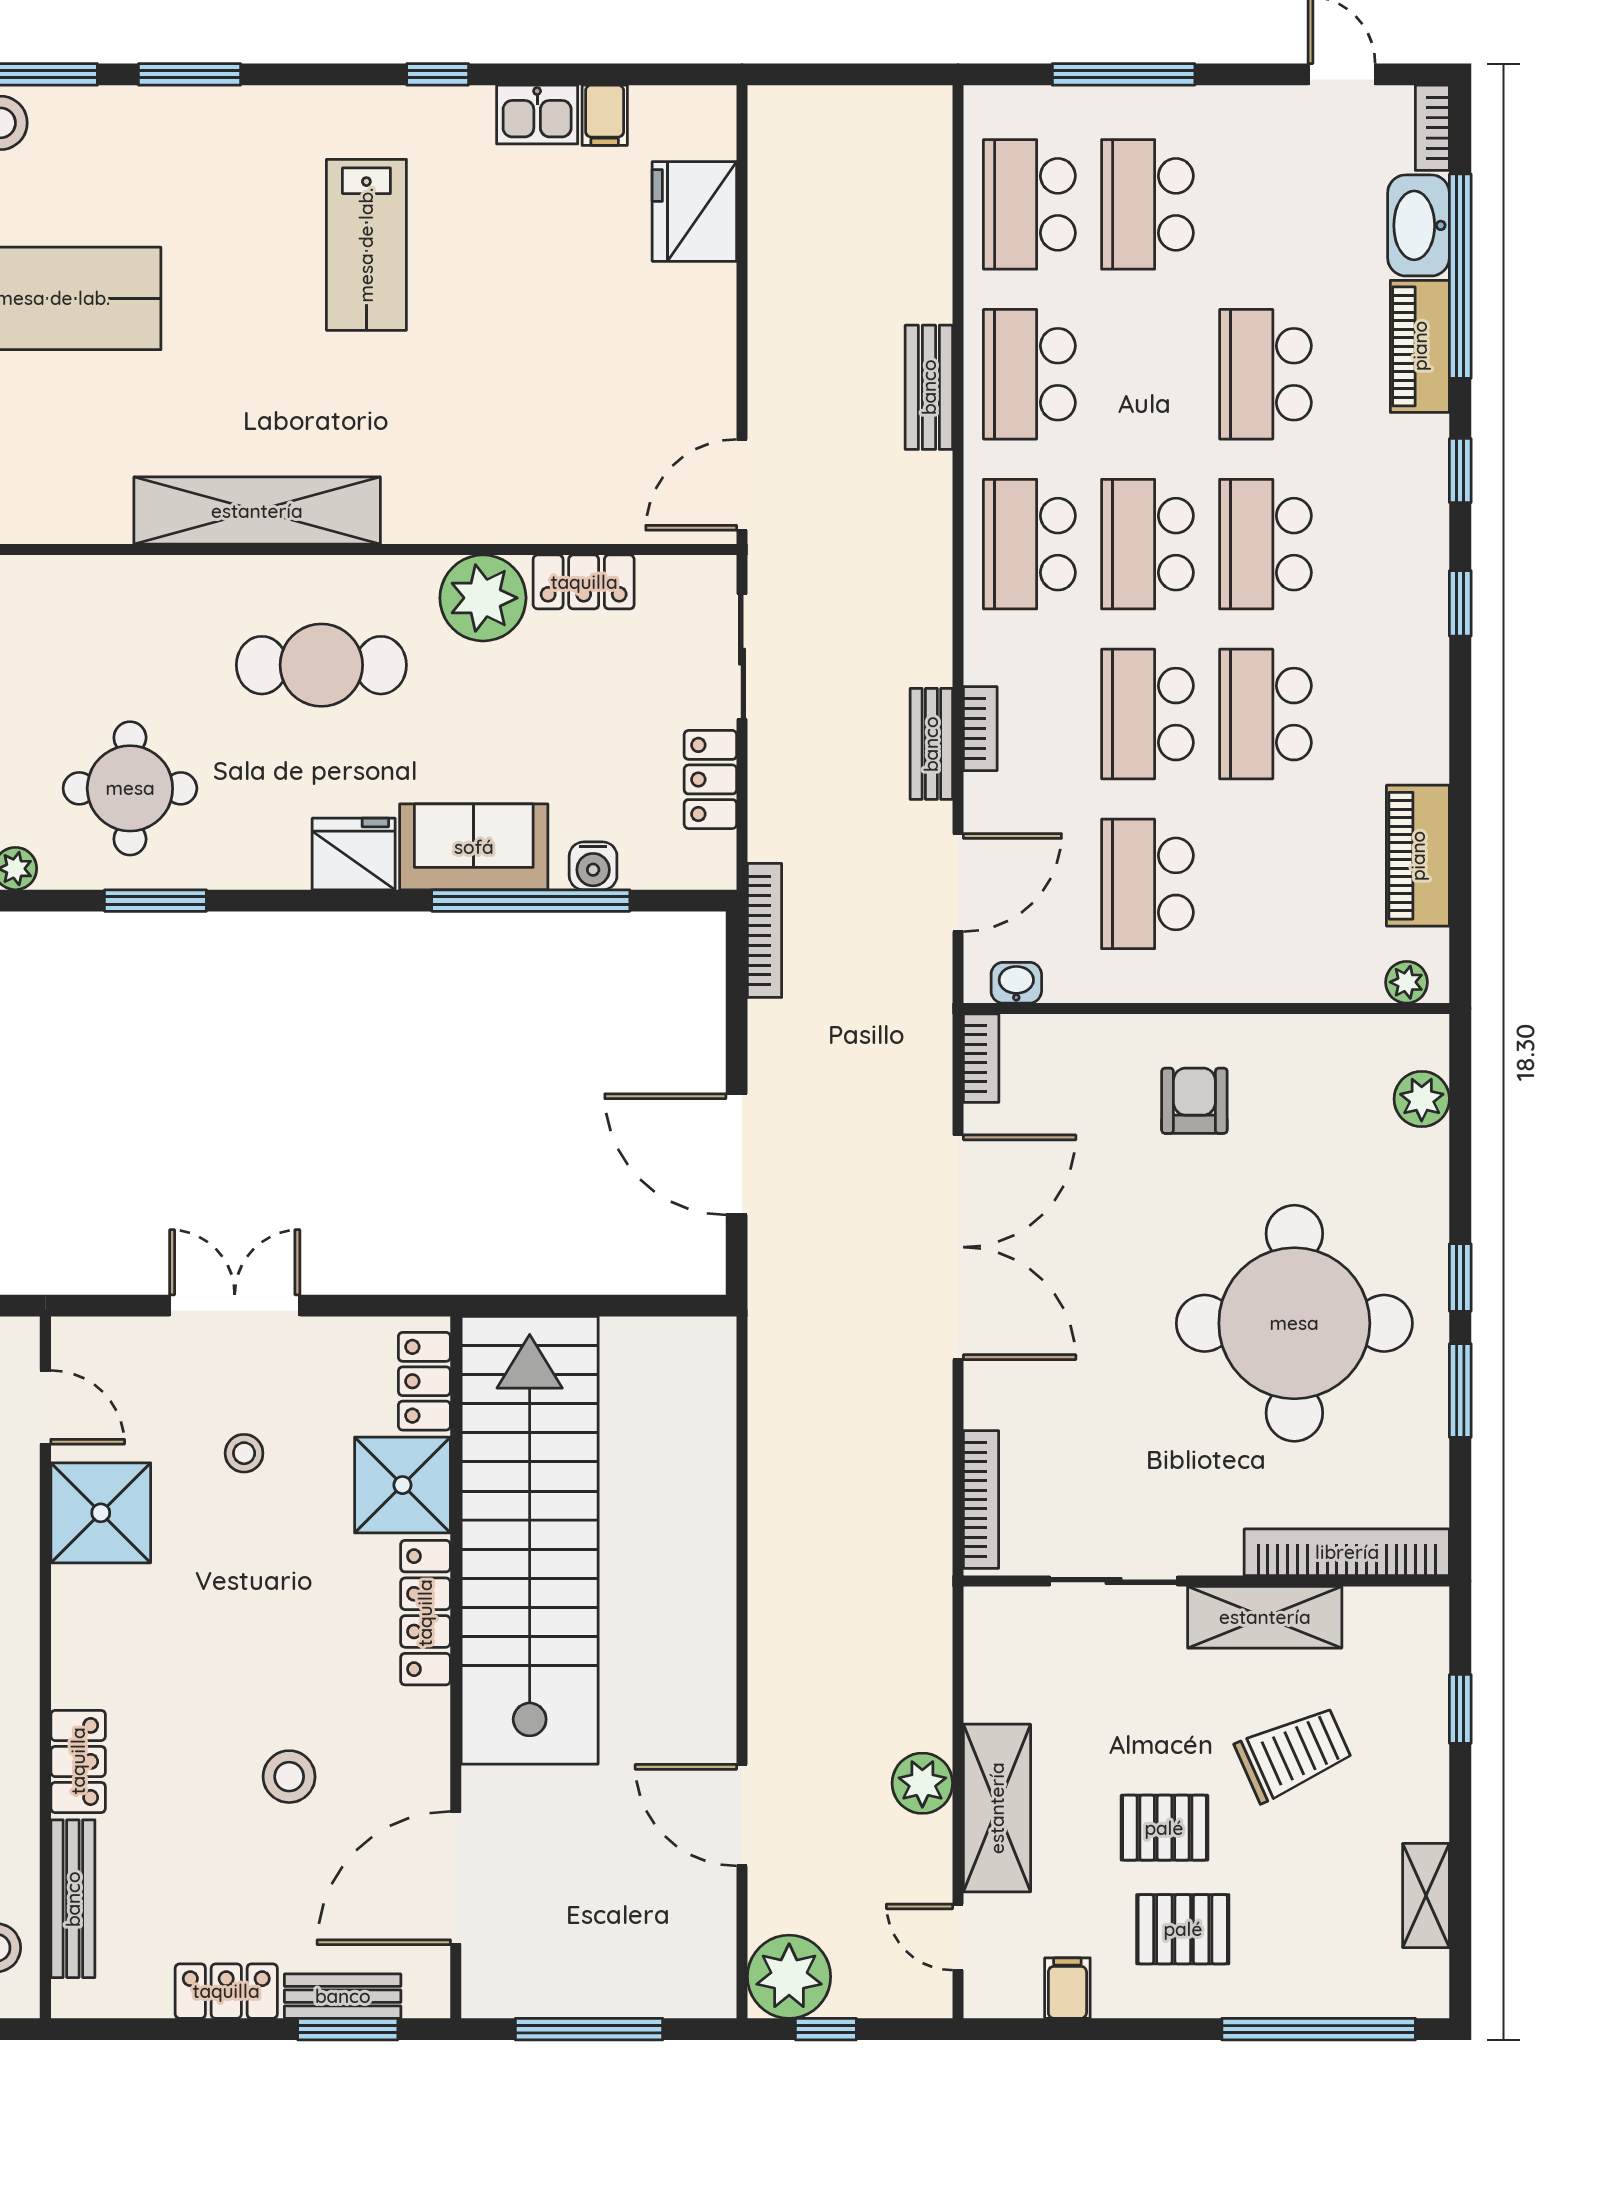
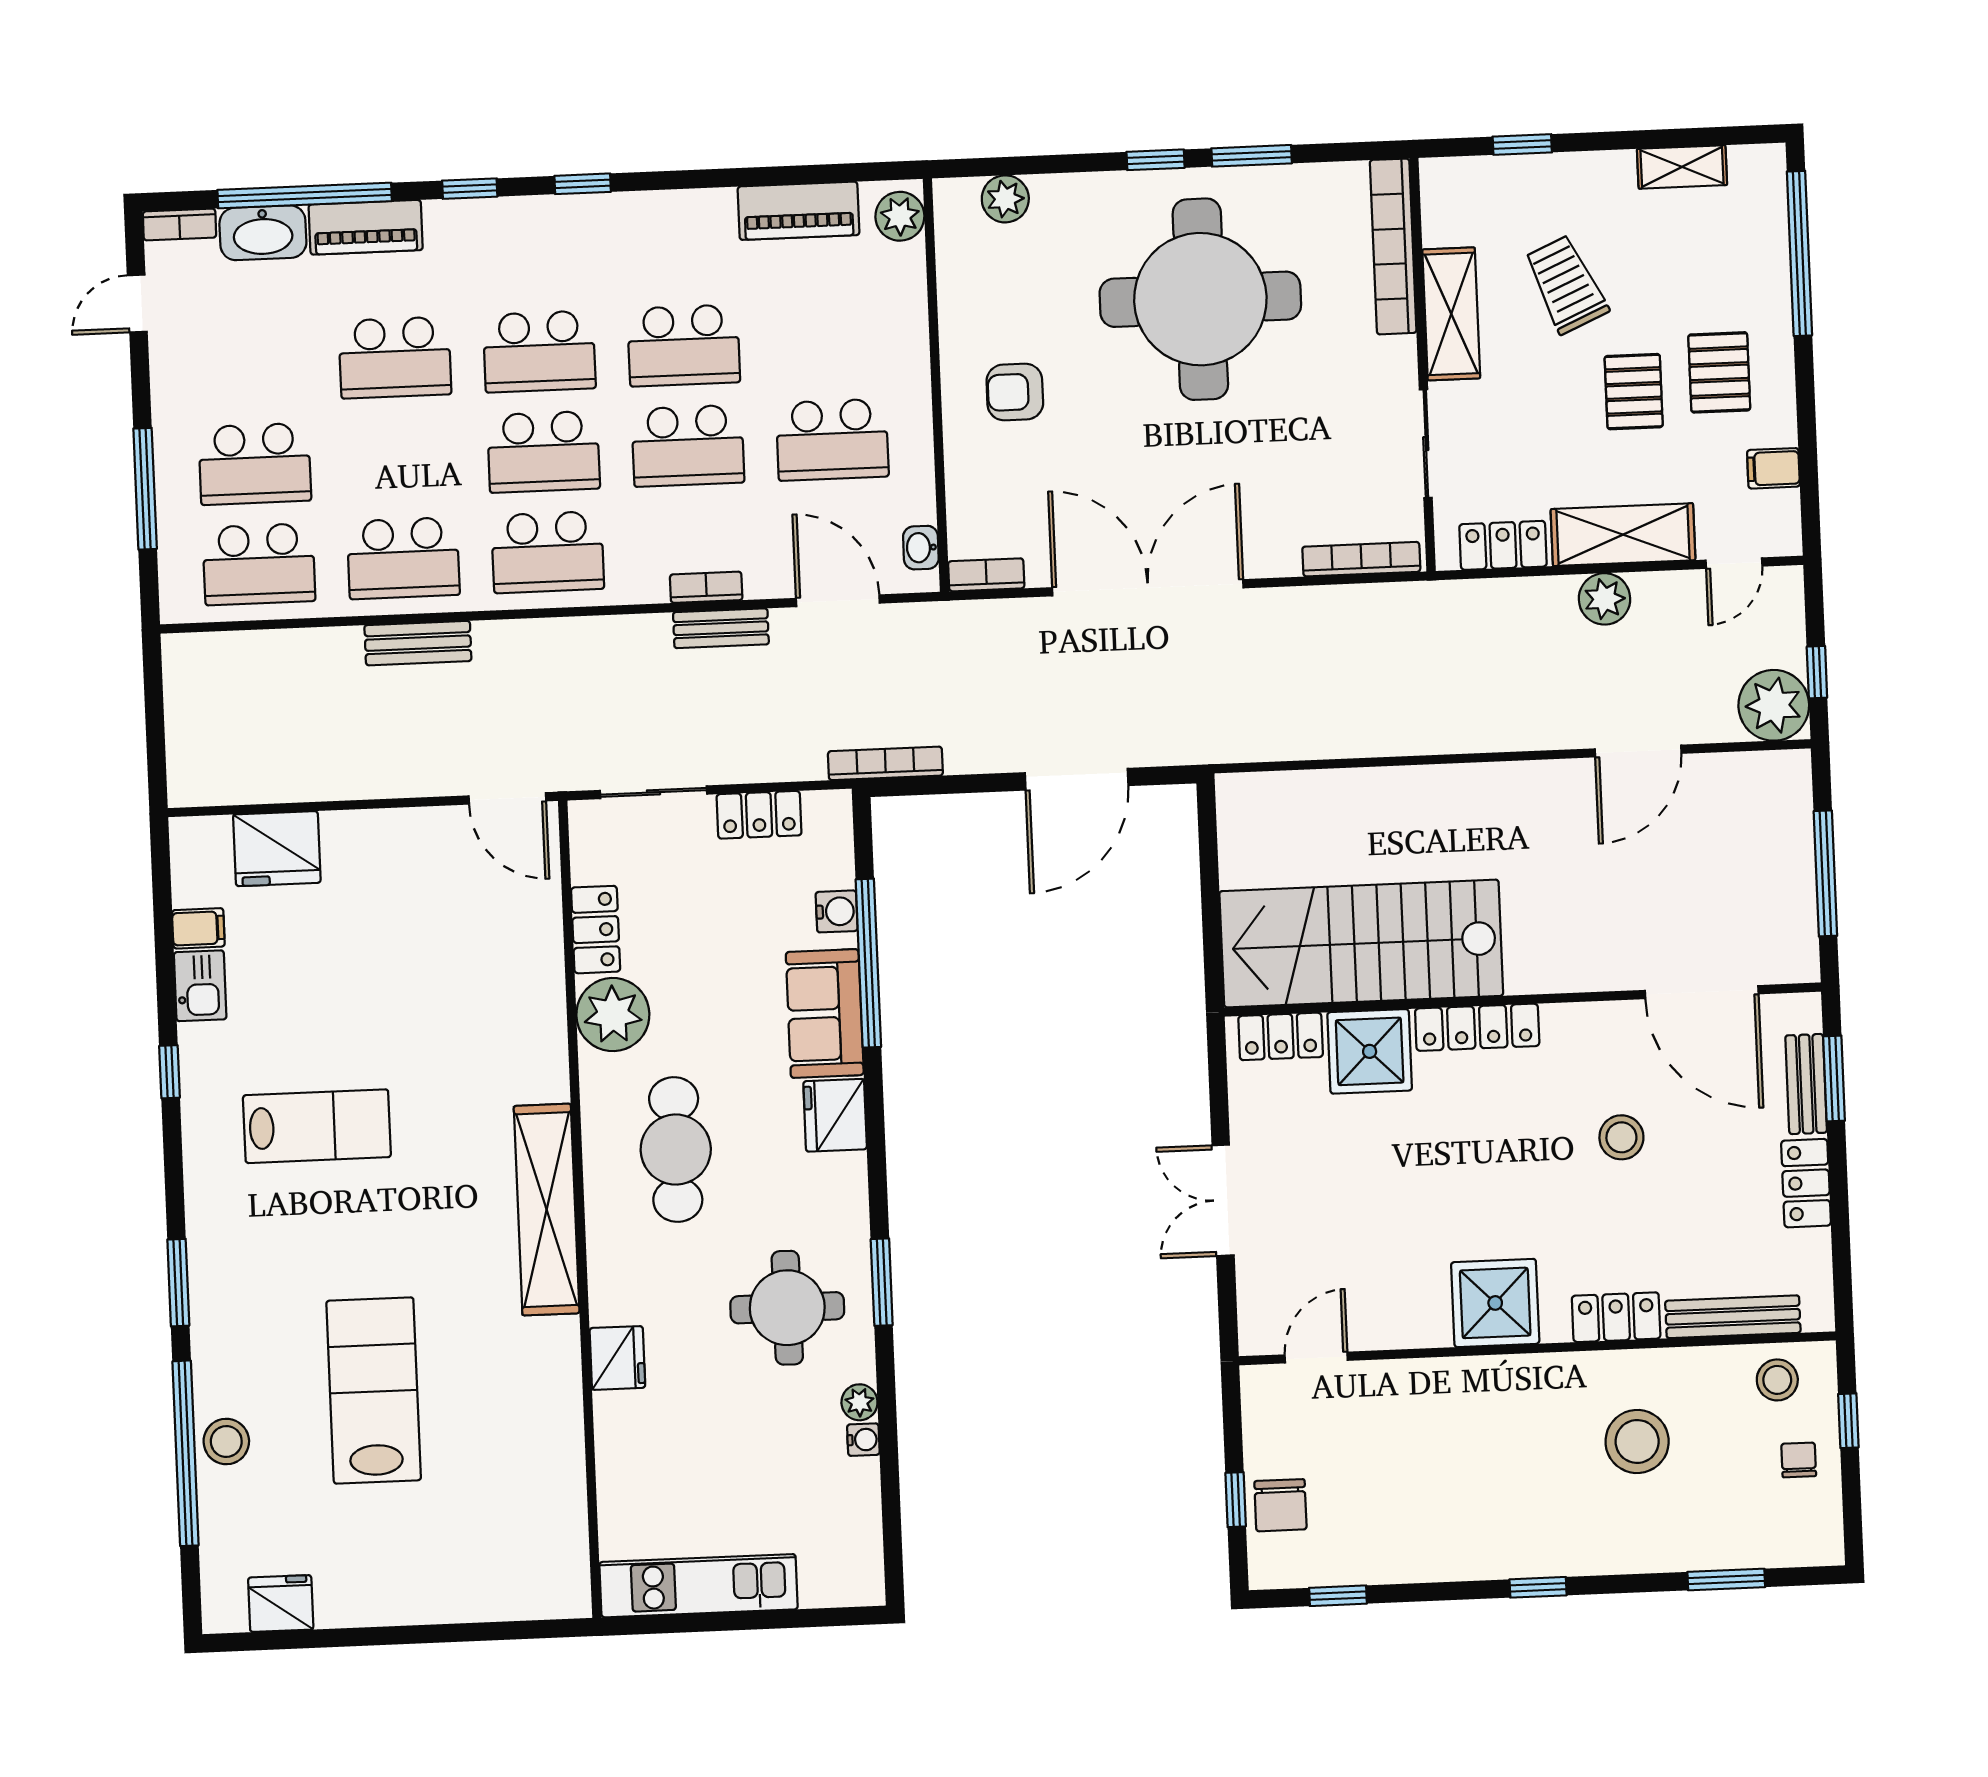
fridge: (79, 586) -> (617, 1358), added
plant: (1407, 982) -> (900, 216), width x1.38, depth x1.38
stool: (244, 1453) -> (1348, 1187), removed
shower: (101, 1513) -> (1495, 1303), moved
stairs: (530, 1540) -> (1361, 943), width x0.73
locker: (990, 1667) -> (1503, 545), added

